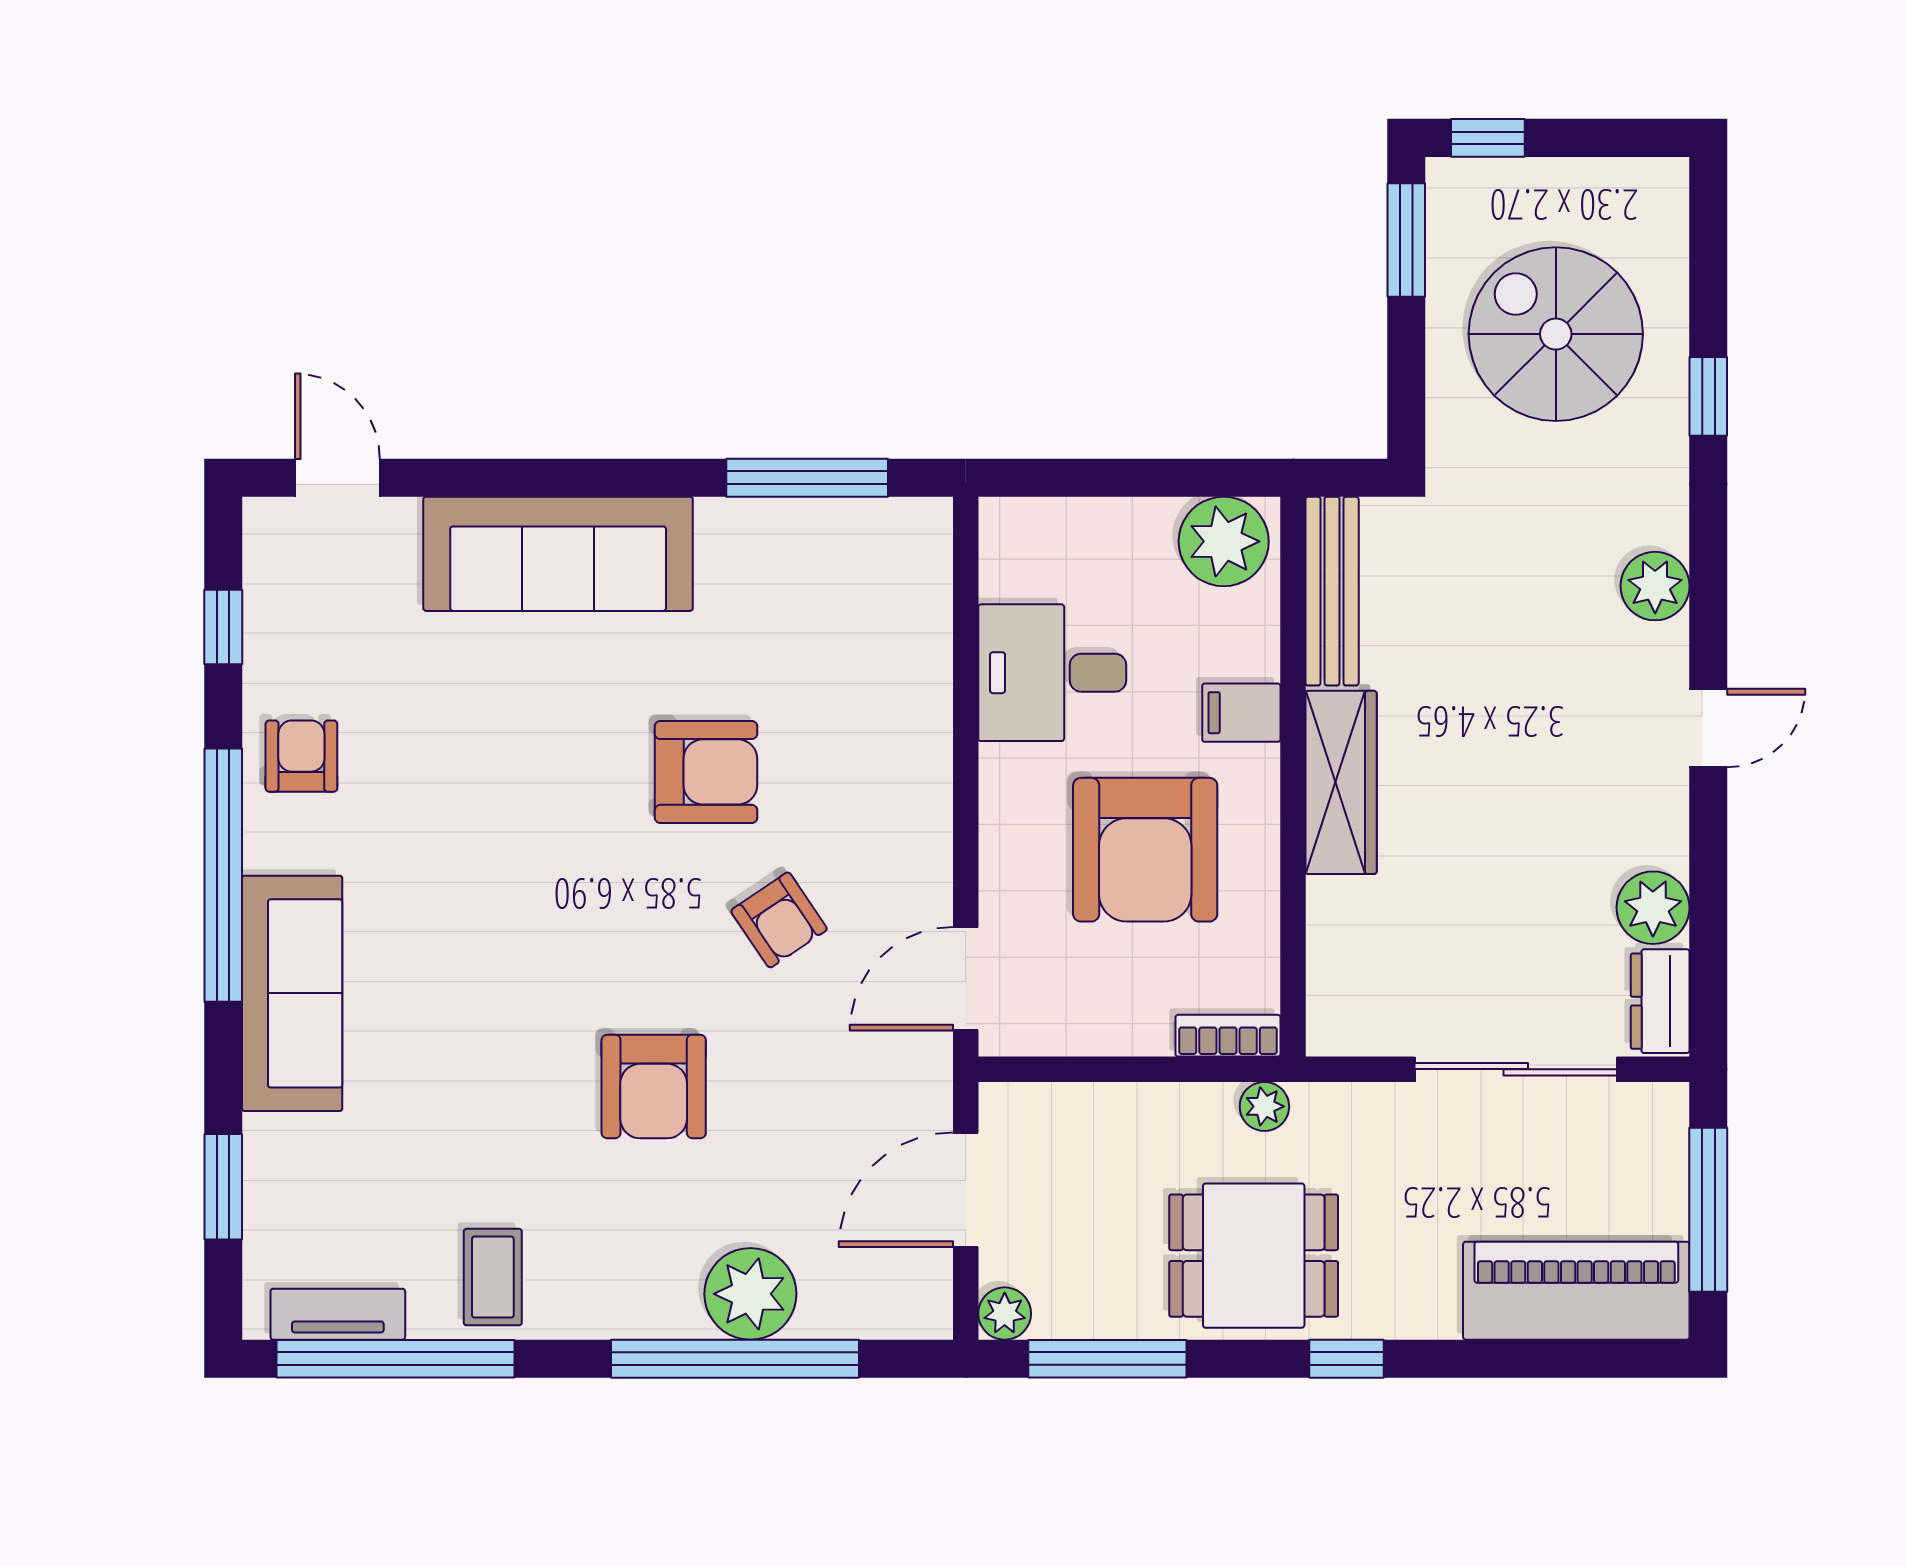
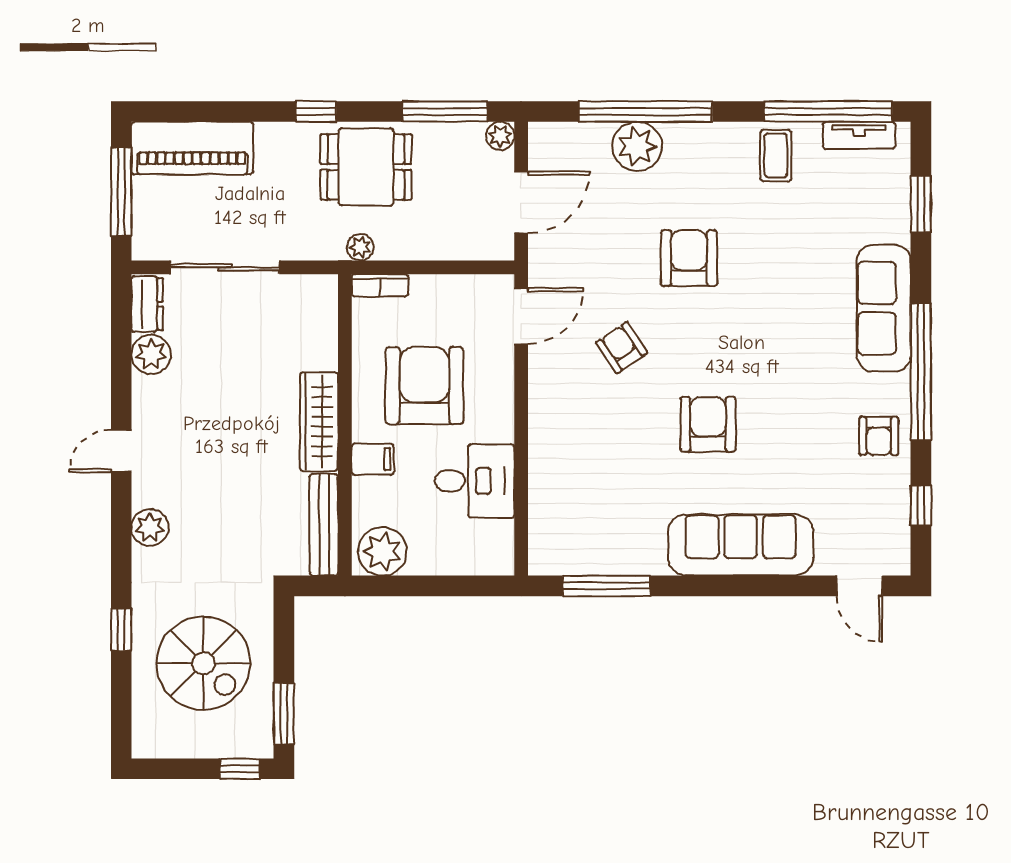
armchair: (706, 772) -> (708, 424), moved, turned 90

